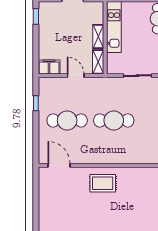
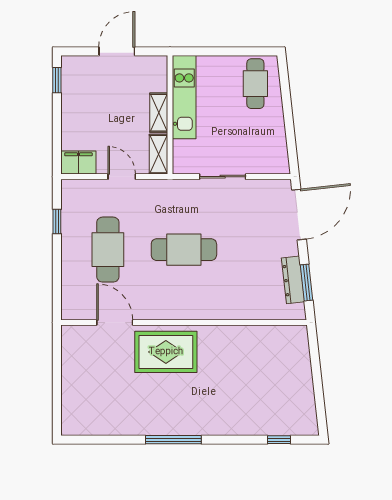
cafe table: (67, 120) -> (108, 250), turned 90
door: (59, 165) -> (115, 323), moved
rug: (103, 183) -> (166, 352), width x1.36, depth x1.43

